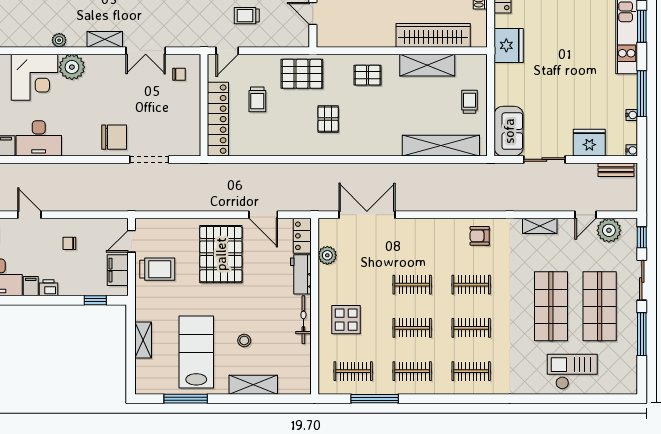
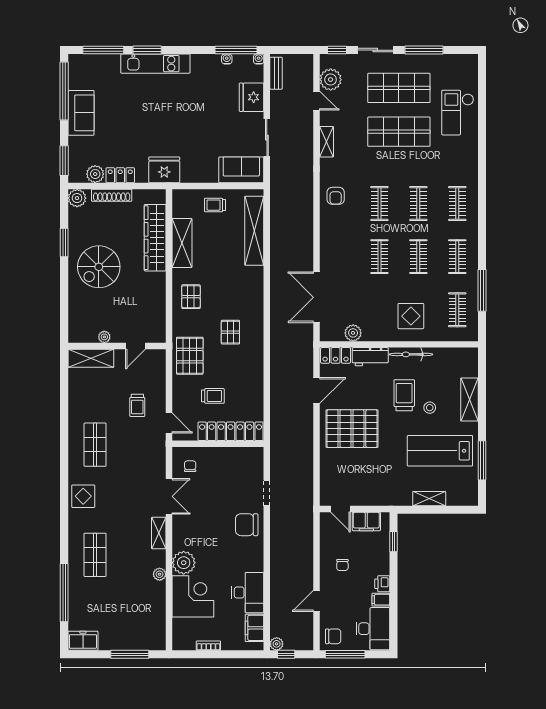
window: (642, 94) -> (236, 50), moved
pallet: (328, 119) -> (230, 332), turned 90
chair: (114, 137) -> (247, 525), turned -90
doorway: (149, 159) -> (267, 493), width x0.73
trolley: (157, 269) -> (404, 395), moved

